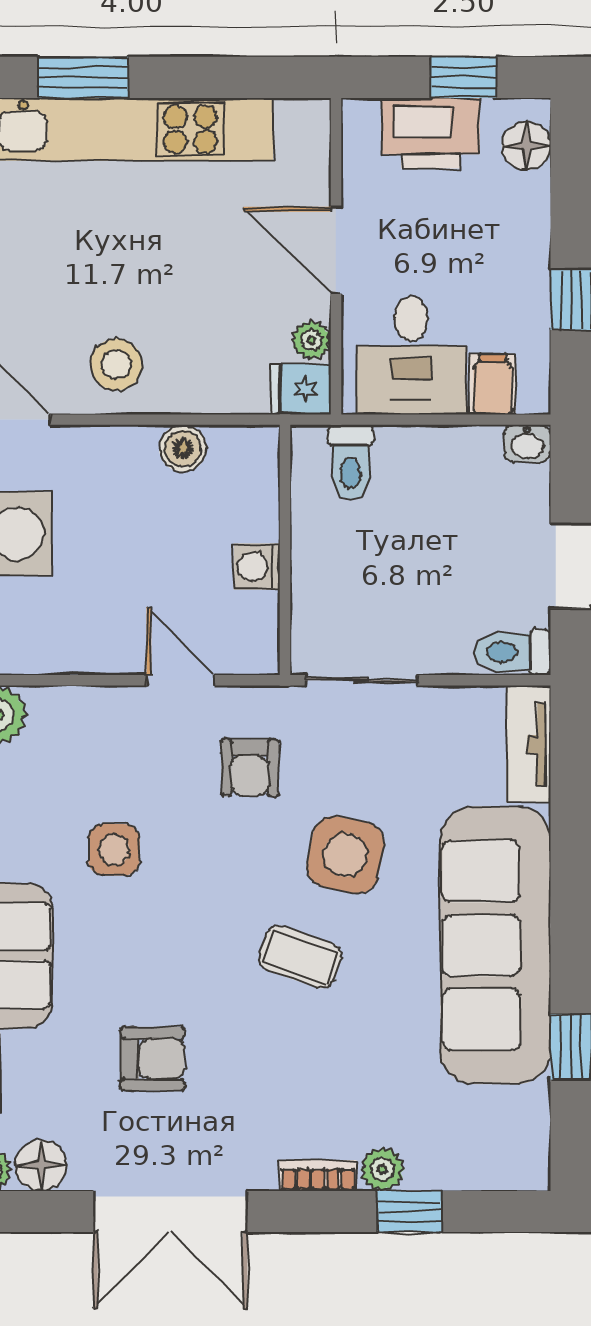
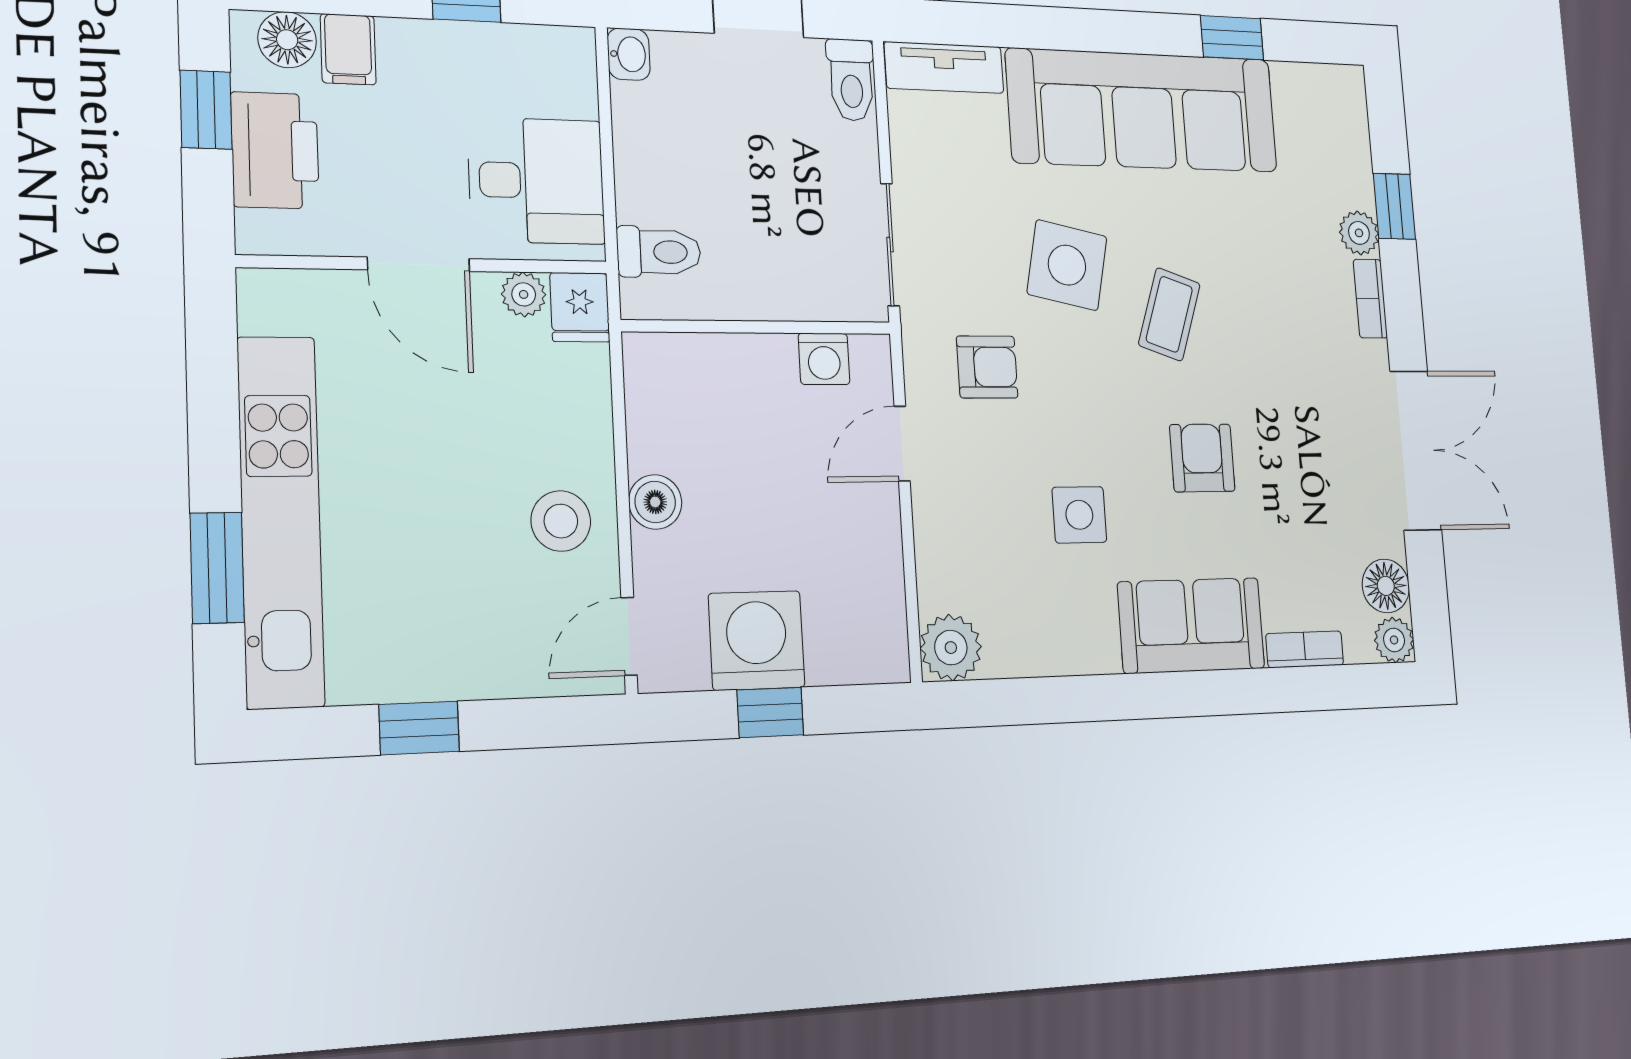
door: (336, 251) -> (419, 264), hinge flipped
filing cabinet: (493, 384) -> (348, 49), moved, turned -90
boiler: (183, 448) -> (655, 502), moved
washing machine: (257, 566) -> (824, 359), moved
armchair: (153, 1059) -> (1202, 458), moved

